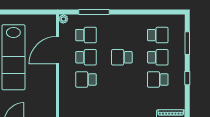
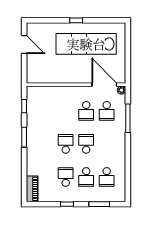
door: (57, 50) -> (104, 85), moved
school desk: (86, 80) -> (66, 144), moved

